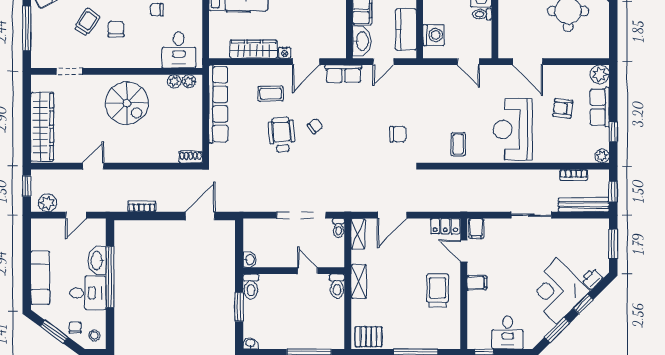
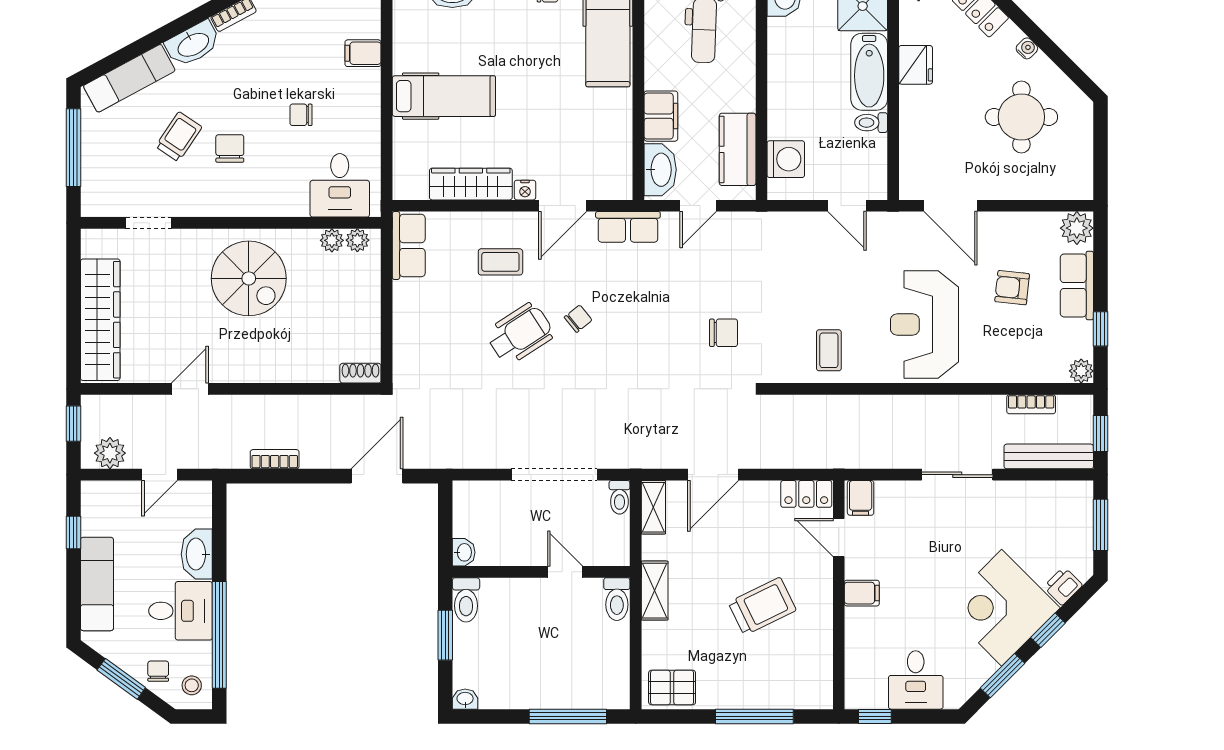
row of seats: (218, 104) -> (409, 246), width x0.50
wheelchair: (282, 135) -> (520, 334), turned 62
window: (27, 248) -> (73, 533), added
window: (110, 277) -> (219, 635), moved
trolley: (438, 290) -> (762, 606), moved, turned 64

